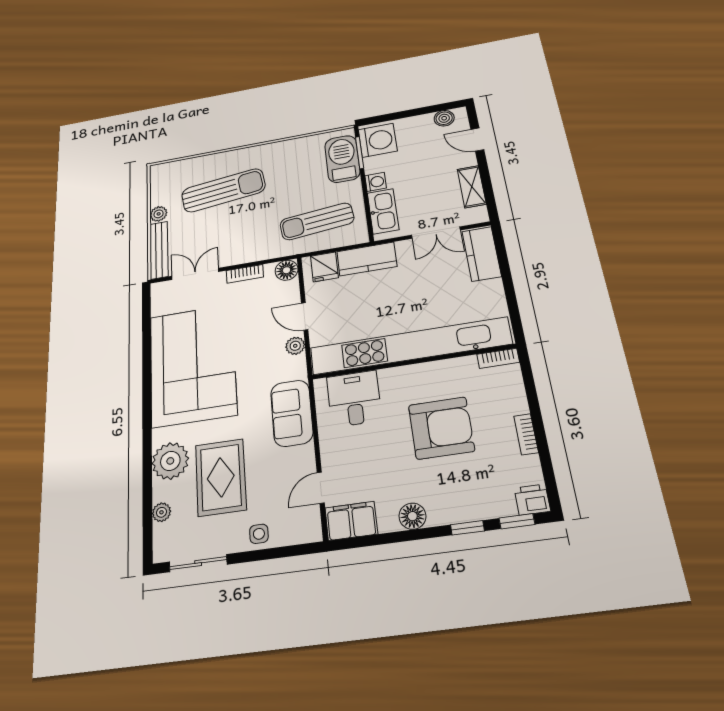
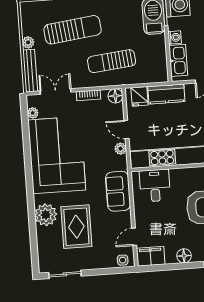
sun lounger: (317, 221) -> (112, 61), moved
plant: (161, 512) -> (33, 113), moved
side table: (259, 534) -> (123, 260), moved

